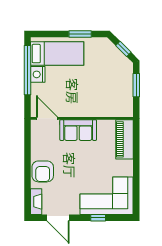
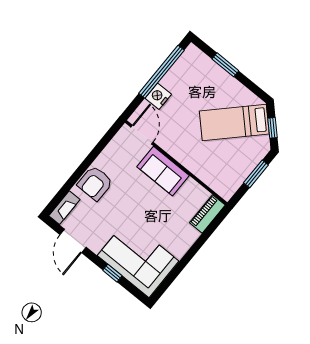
window: (80, 34) -> (225, 65), moved
bed: (57, 54) -> (234, 122), moved, turned 135
nightstand: (38, 74) -> (158, 96), moved
piano: (125, 139) -> (207, 214), width x0.73, depth x0.75

